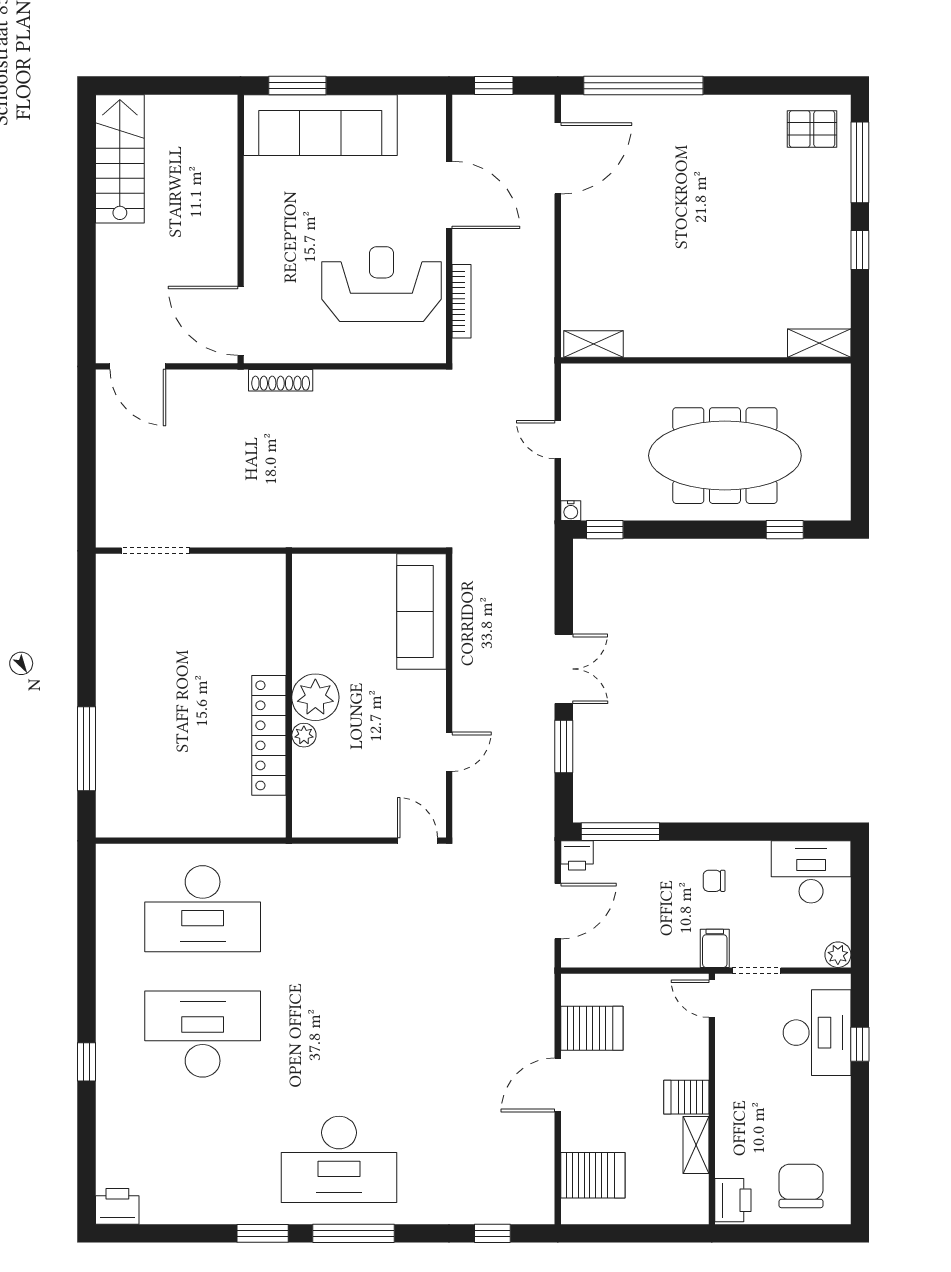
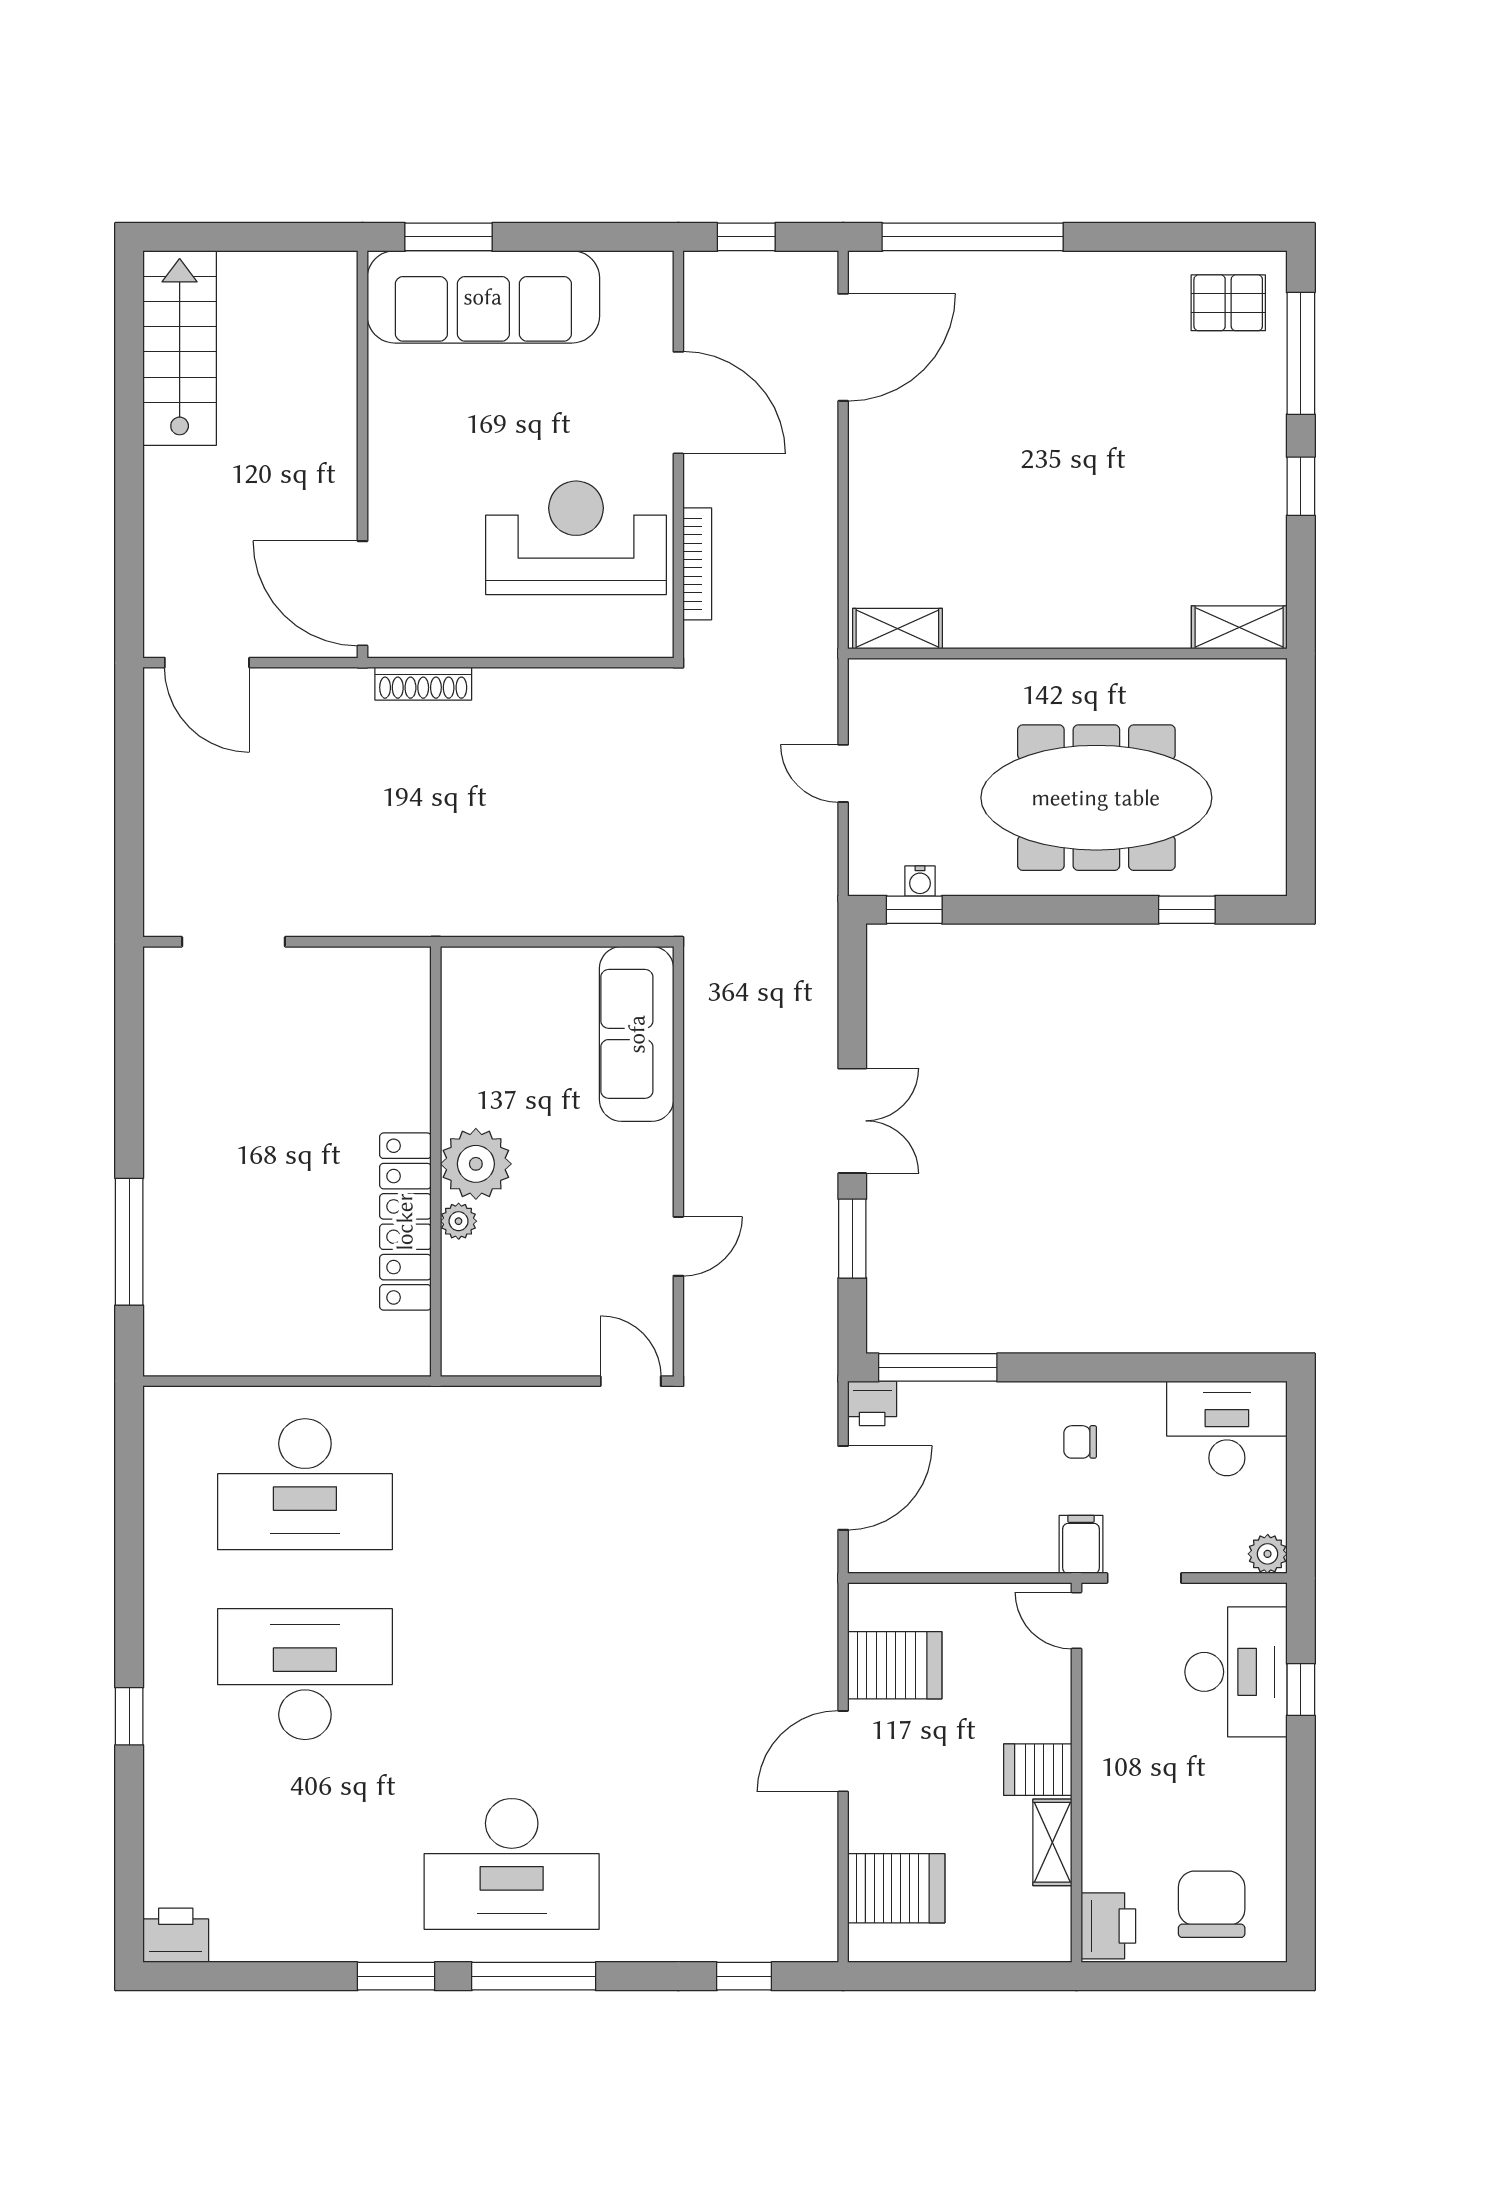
water cooler: (571, 511) -> (920, 881), moved

